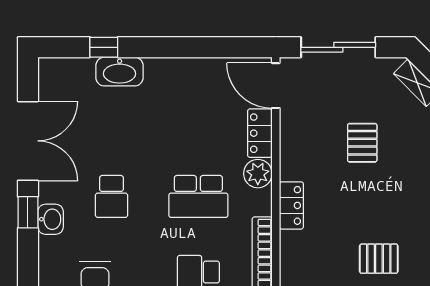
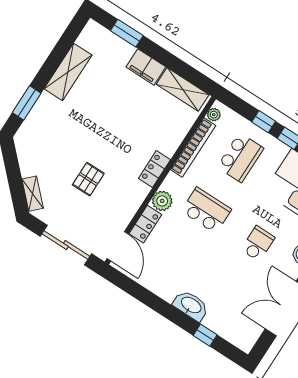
washbasin: (120, 72) -> (191, 305), moved
pallet: (379, 259) -> (123, 104), removed

